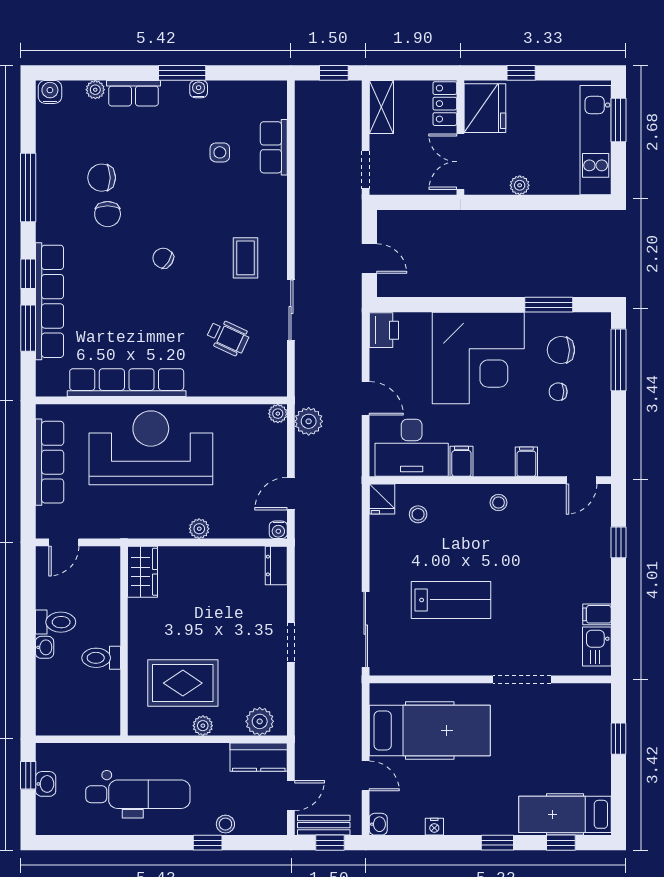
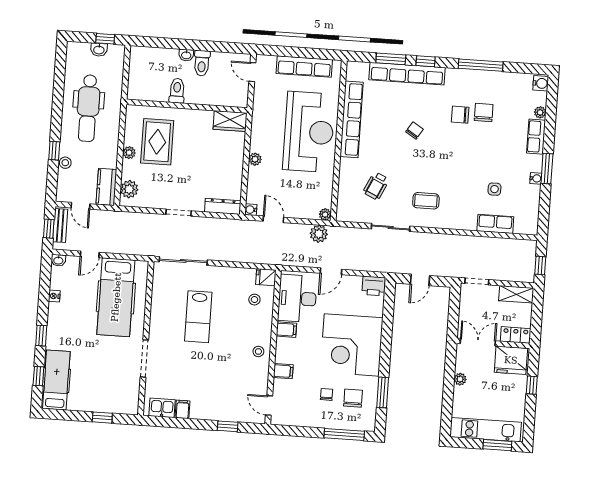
chair: (163, 258) -> (414, 130), moved
dresser: (276, 565) -> (223, 206), width x1.44

